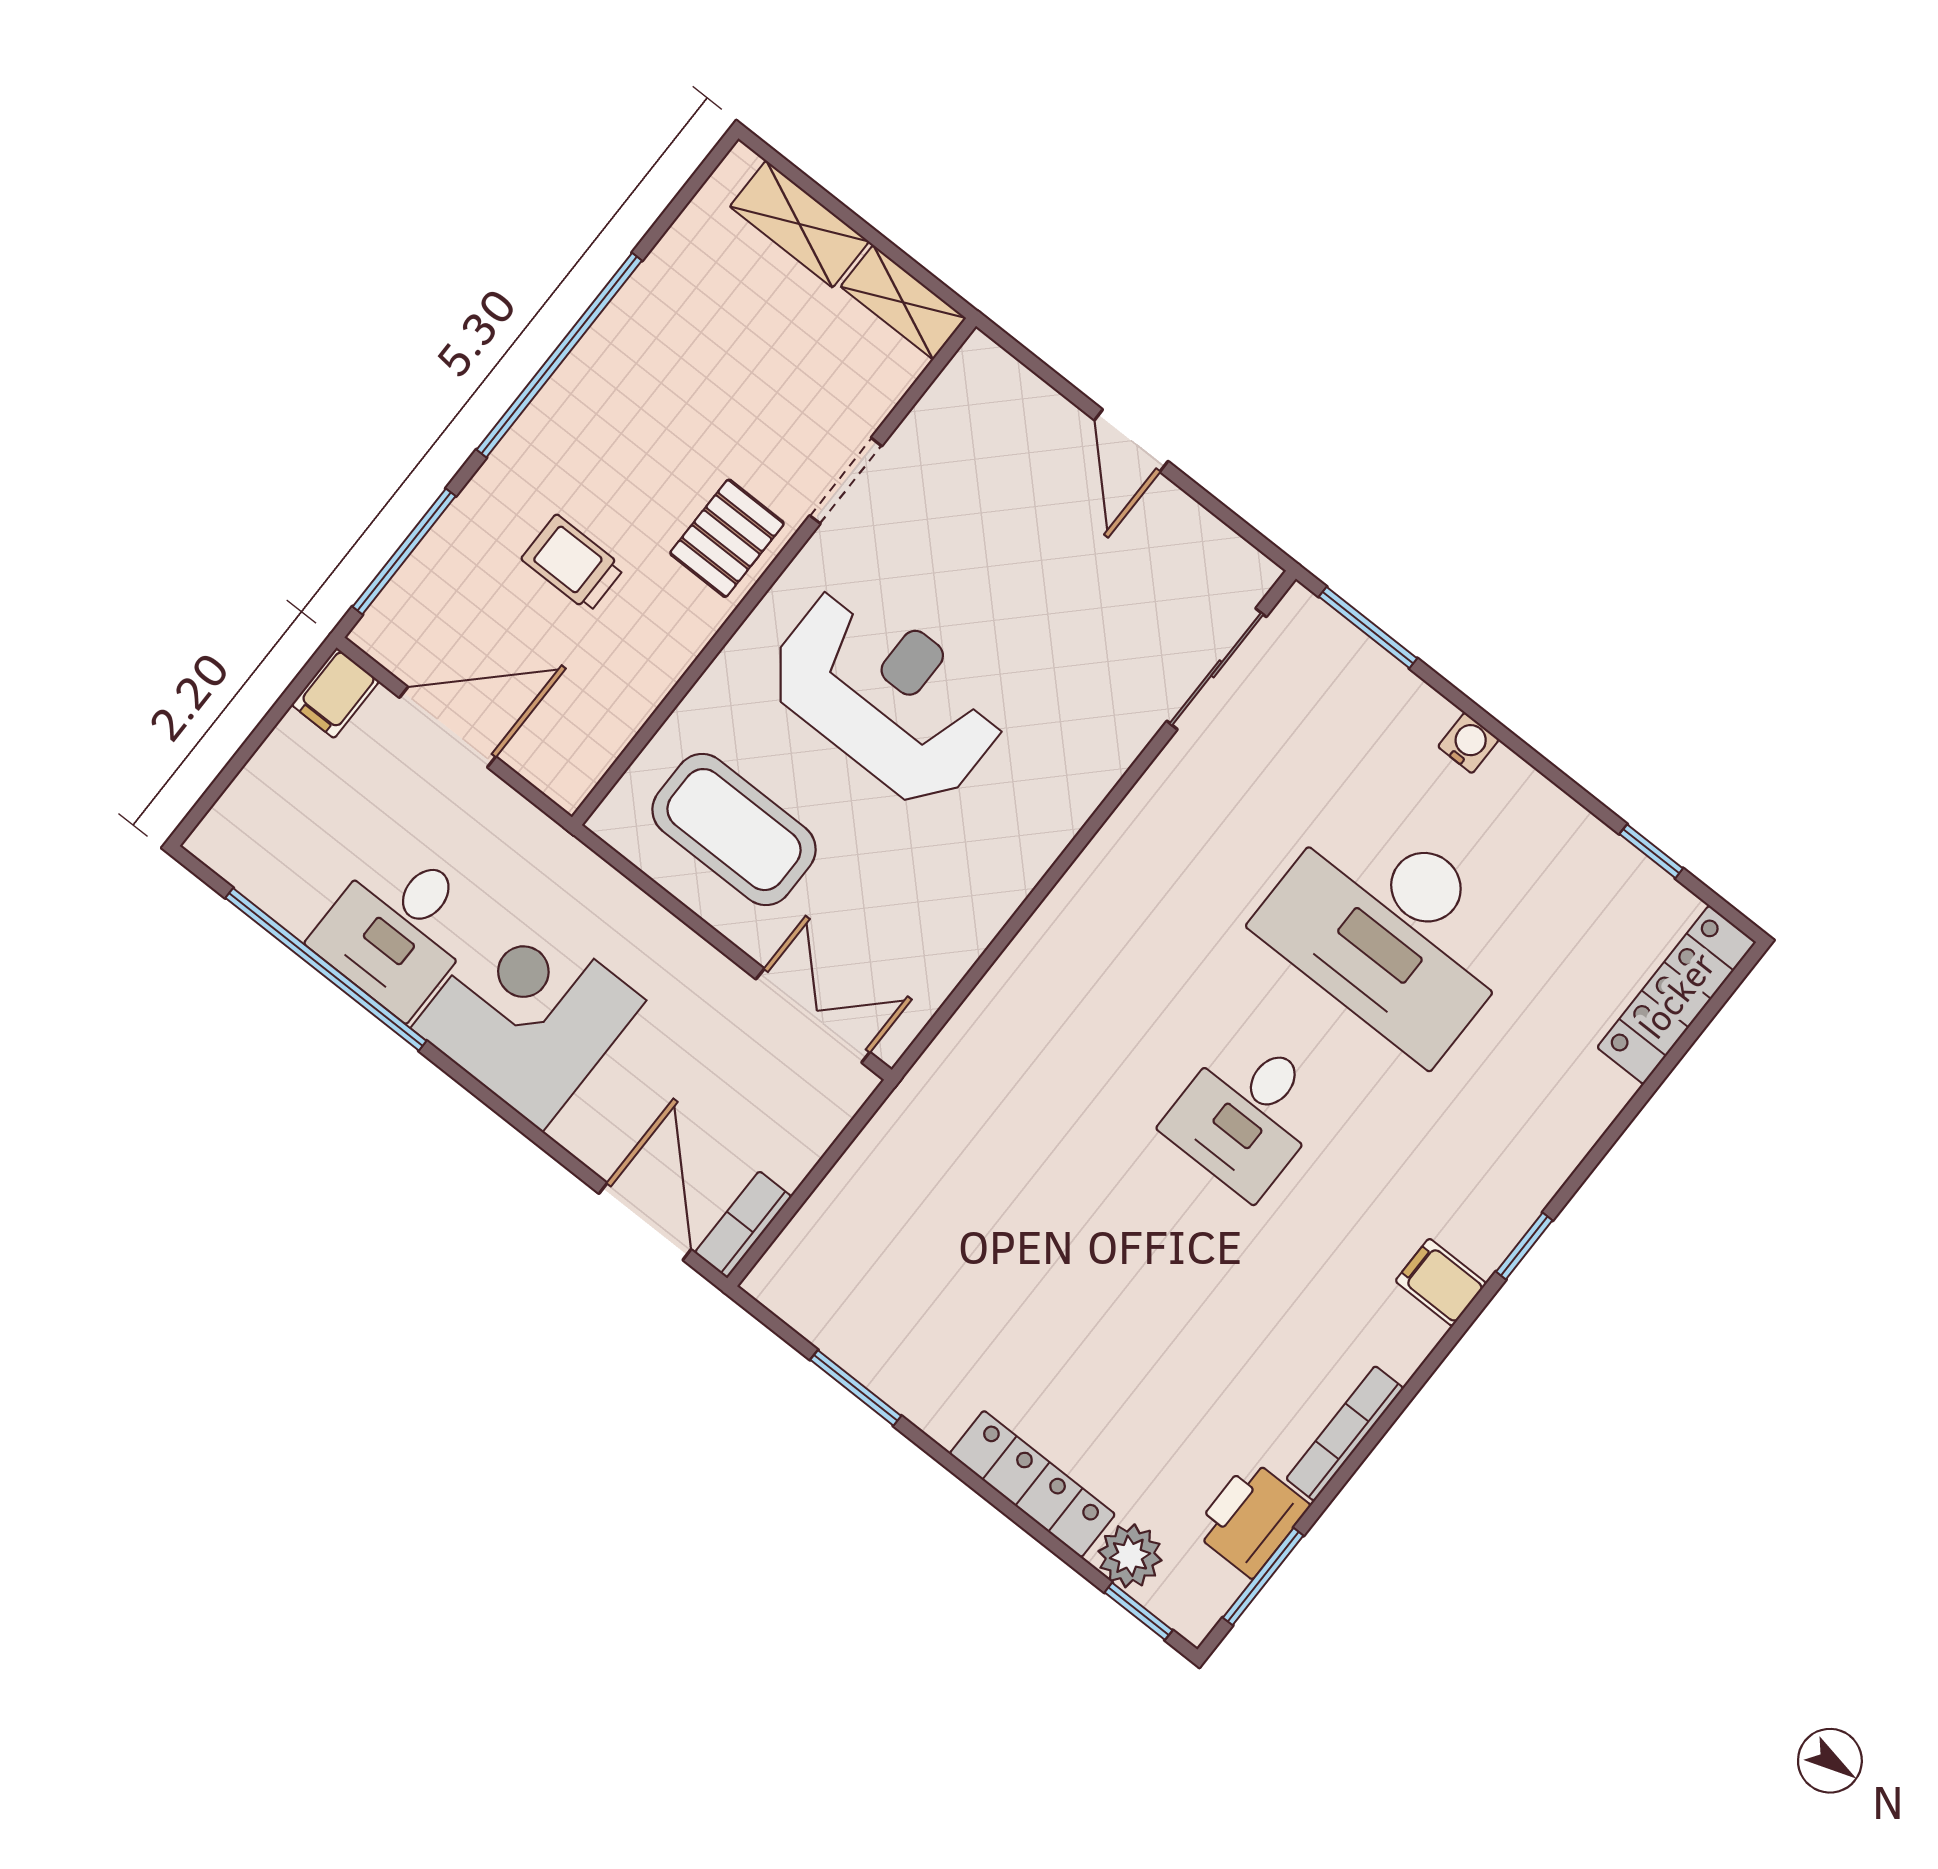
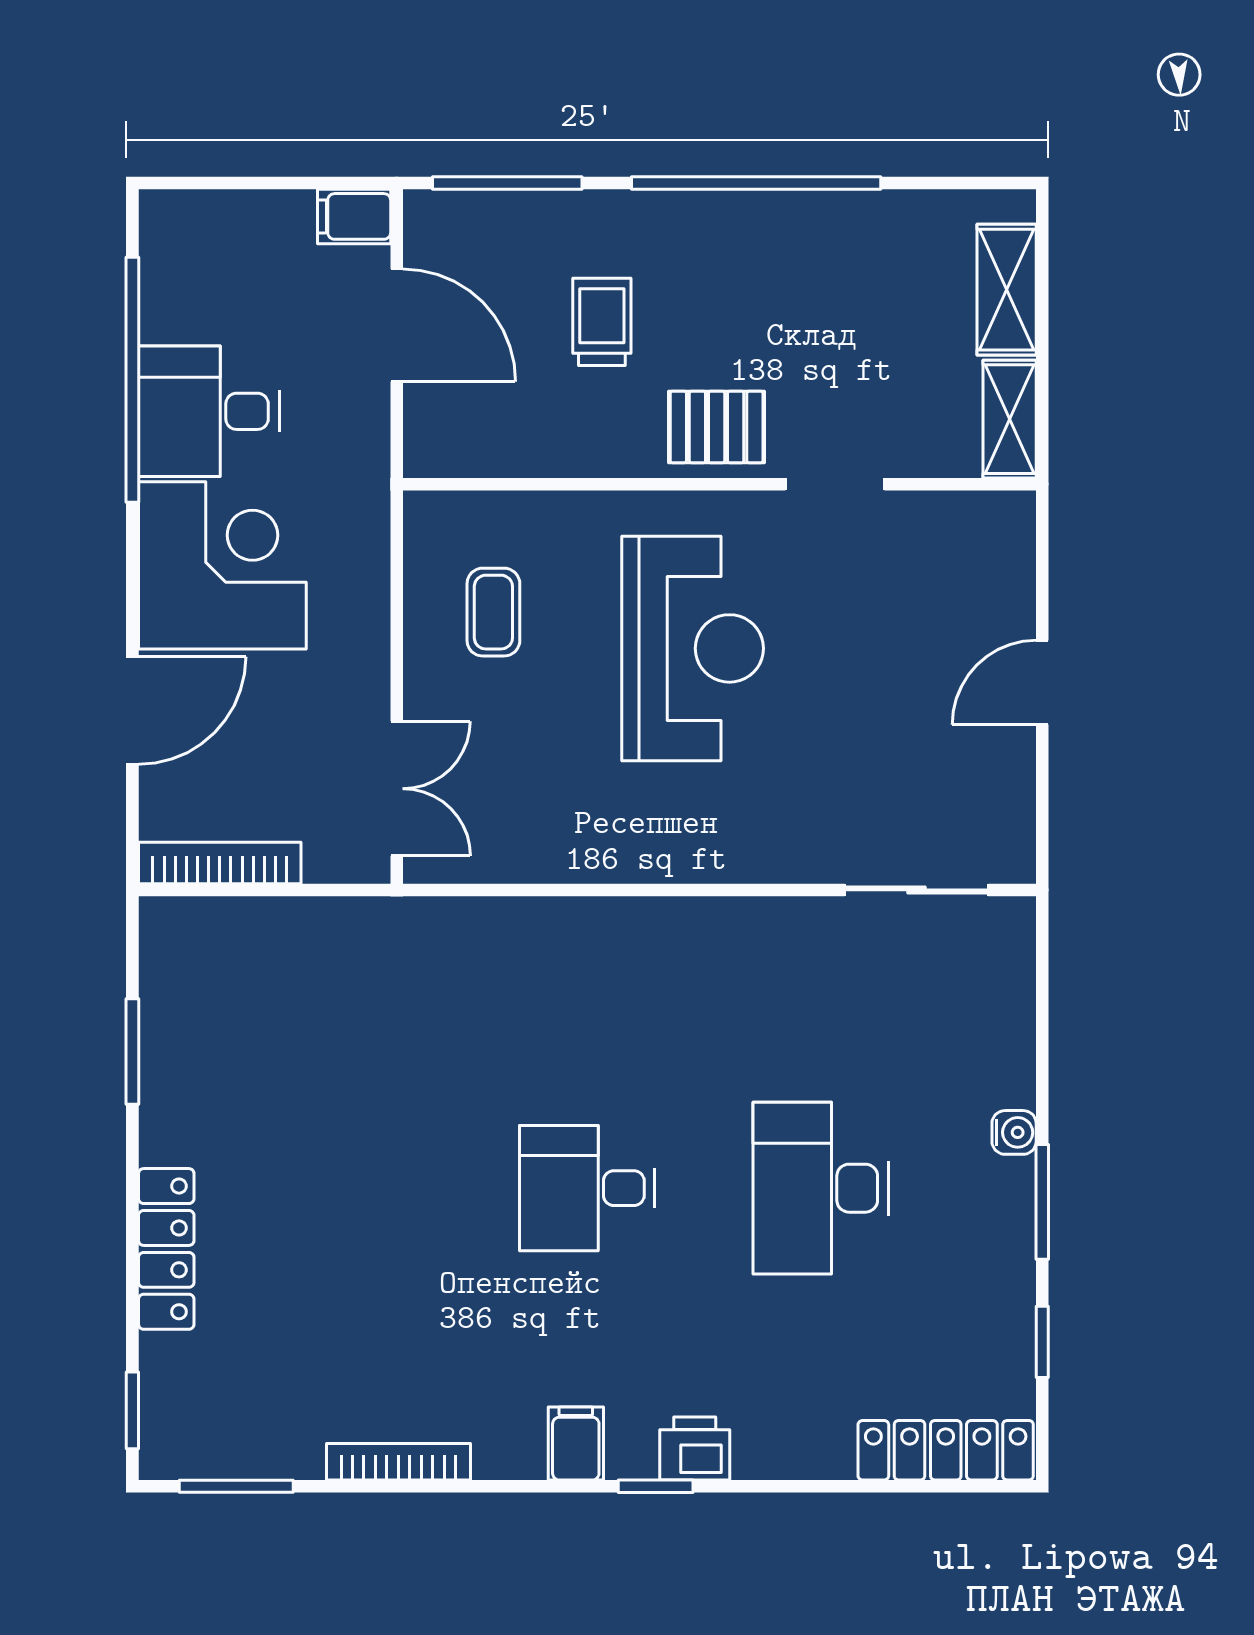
window: (1368, 628) -> (1042, 1202), moved
coffee table: (734, 830) -> (493, 612), width x0.54, depth x0.58
desk: (1392, 930) -> (821, 1188), width x0.73, depth x0.77
door: (645, 1221) -> (132, 710), moved
bookcase: (743, 1225) -> (220, 863), width x1.56
printer: (1251, 1518) -> (695, 1449), moved, width x0.73, depth x0.81
plant: (1130, 1556) -> (170, 1369), removed

